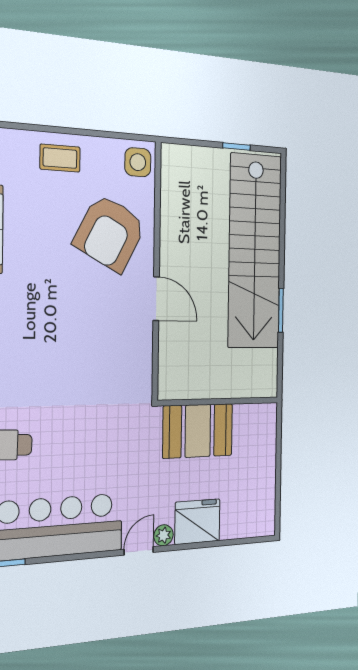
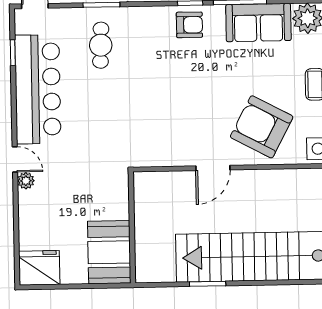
booth: (198, 431) -> (109, 252), moved
fridge: (197, 522) -> (39, 268), moved, turned -90

